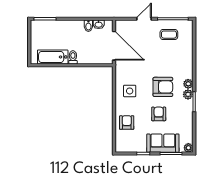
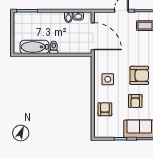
armchair: (159, 114) -> (135, 101), turned 180

